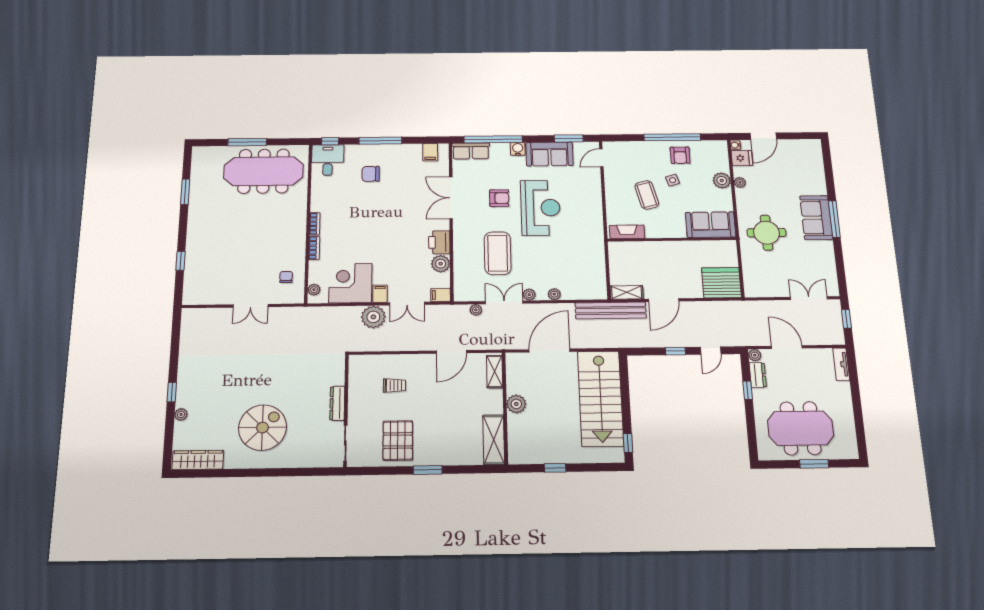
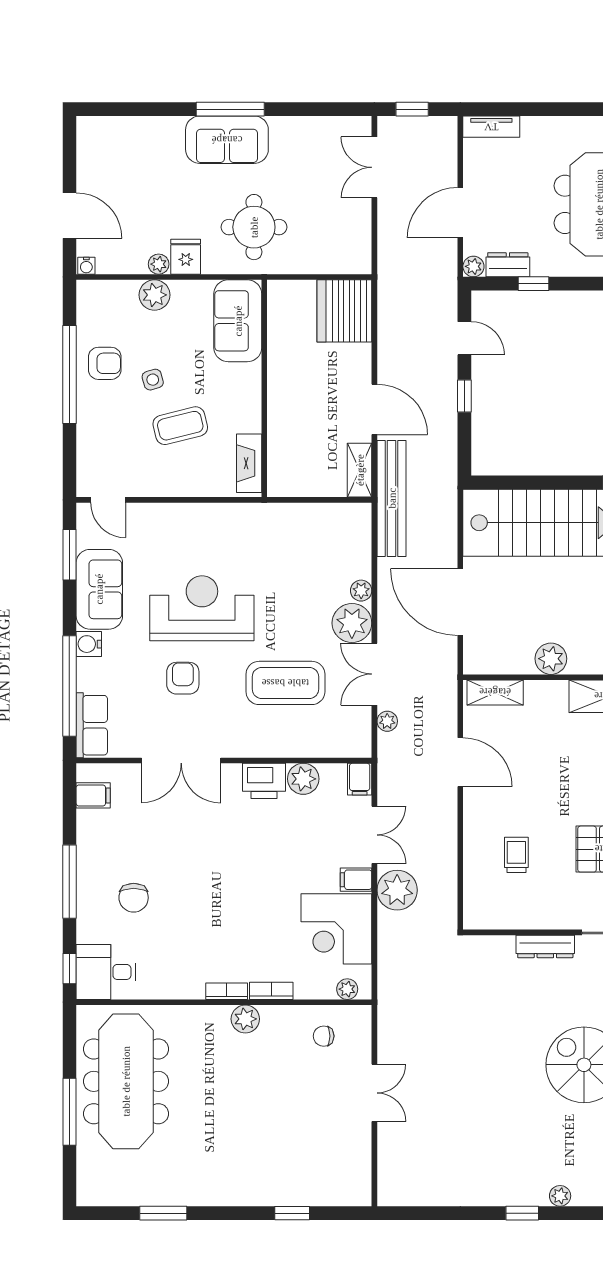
fridge: (742, 158) -> (186, 257), moved
plant: (298, 234) -> (245, 1019), added
plant: (529, 295) -> (352, 623), width x1.88, depth x1.88

